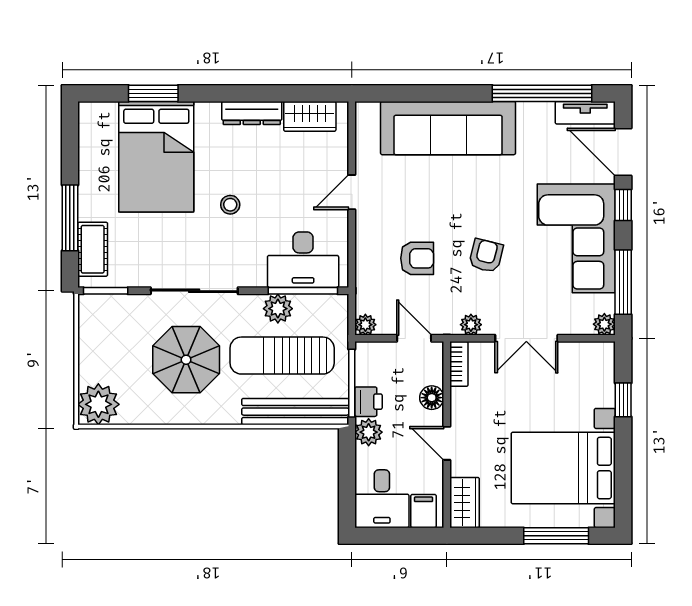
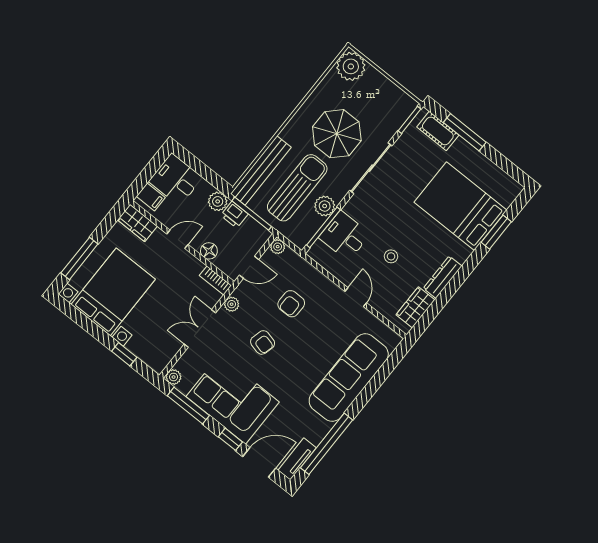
stool: (230, 205) -> (391, 256), moved
desk: (303, 260) -> (344, 236), width x0.73

